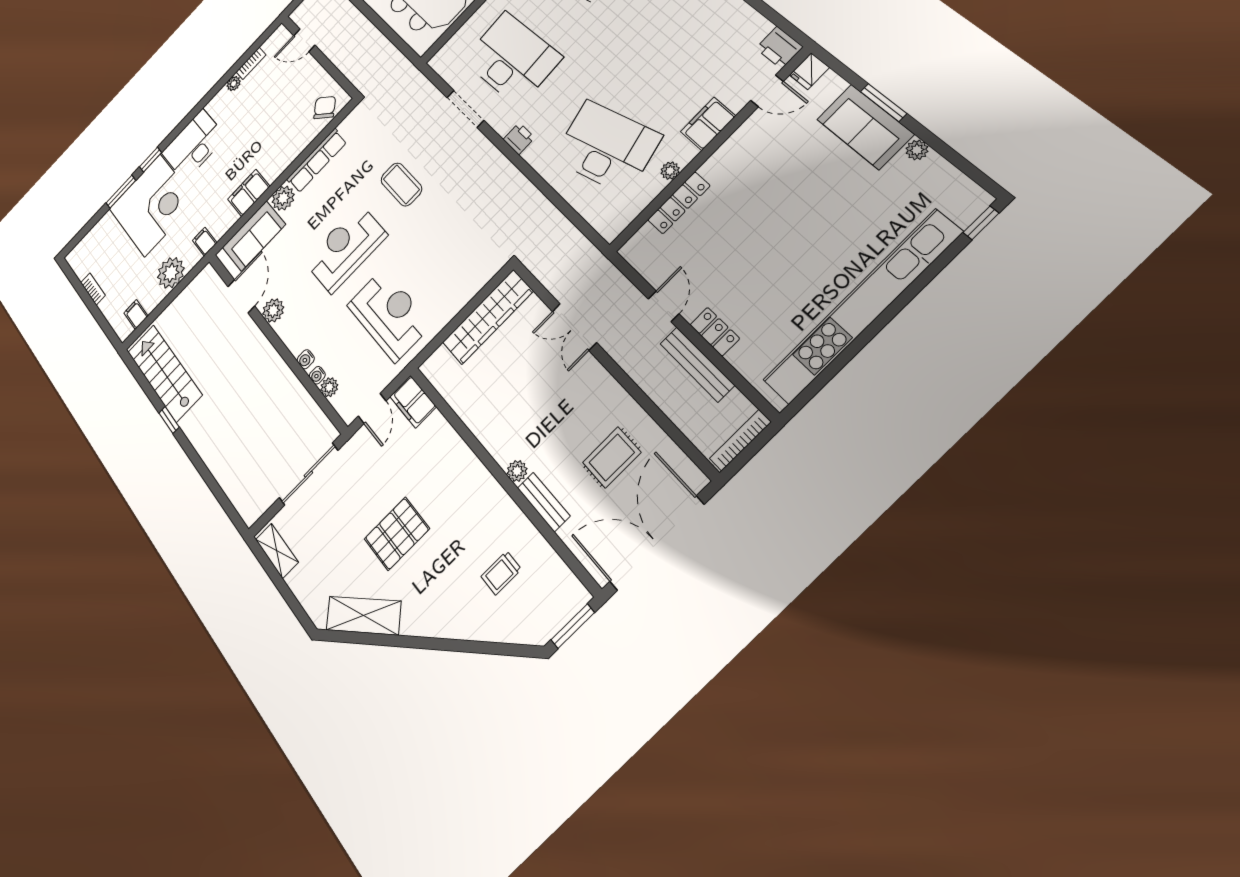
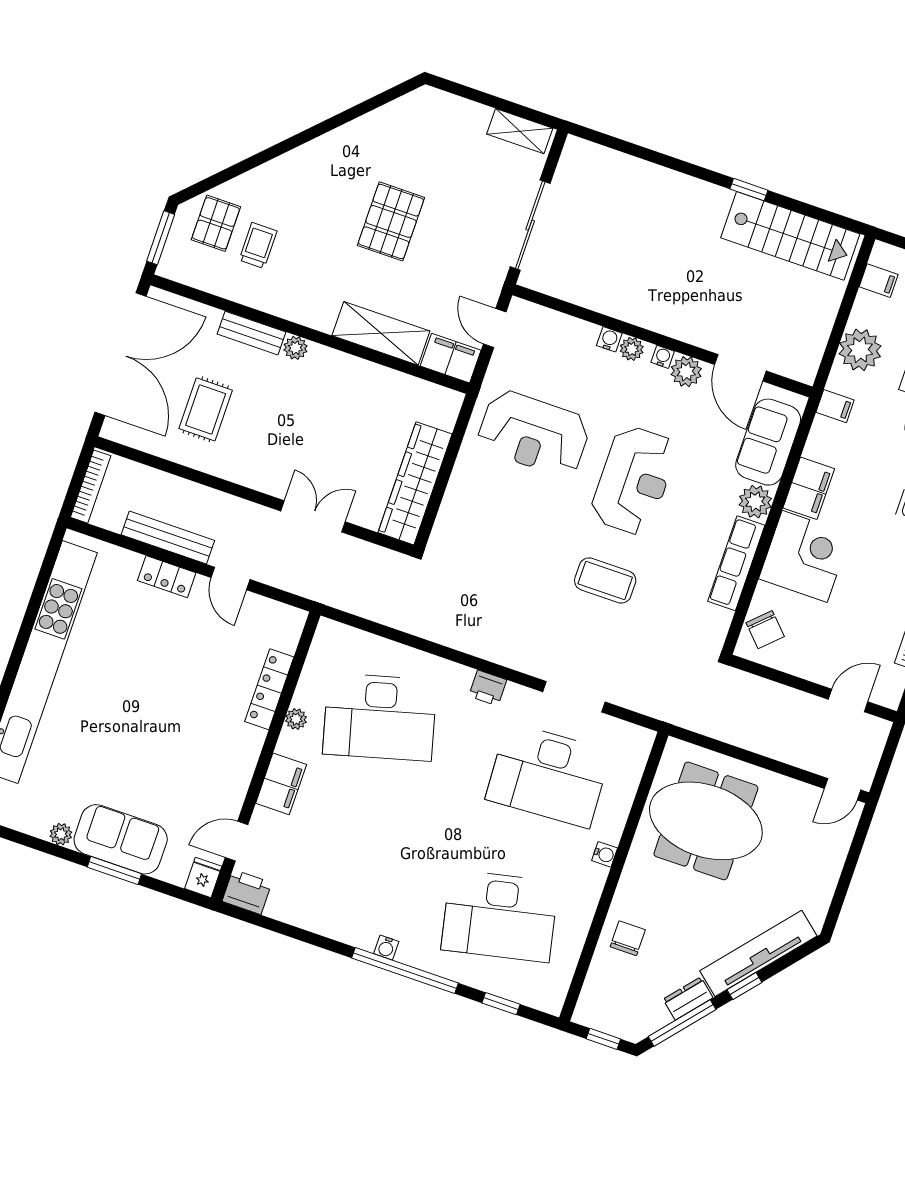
corner desk: (276, 148) -> (805, 556), added
water cooler: (317, 375) -> (663, 357), moved
plant: (329, 387) -> (632, 349), moved
pallet: (523, 612) -> (216, 223), added
shelving: (363, 616) -> (381, 333), moved, turned 45

